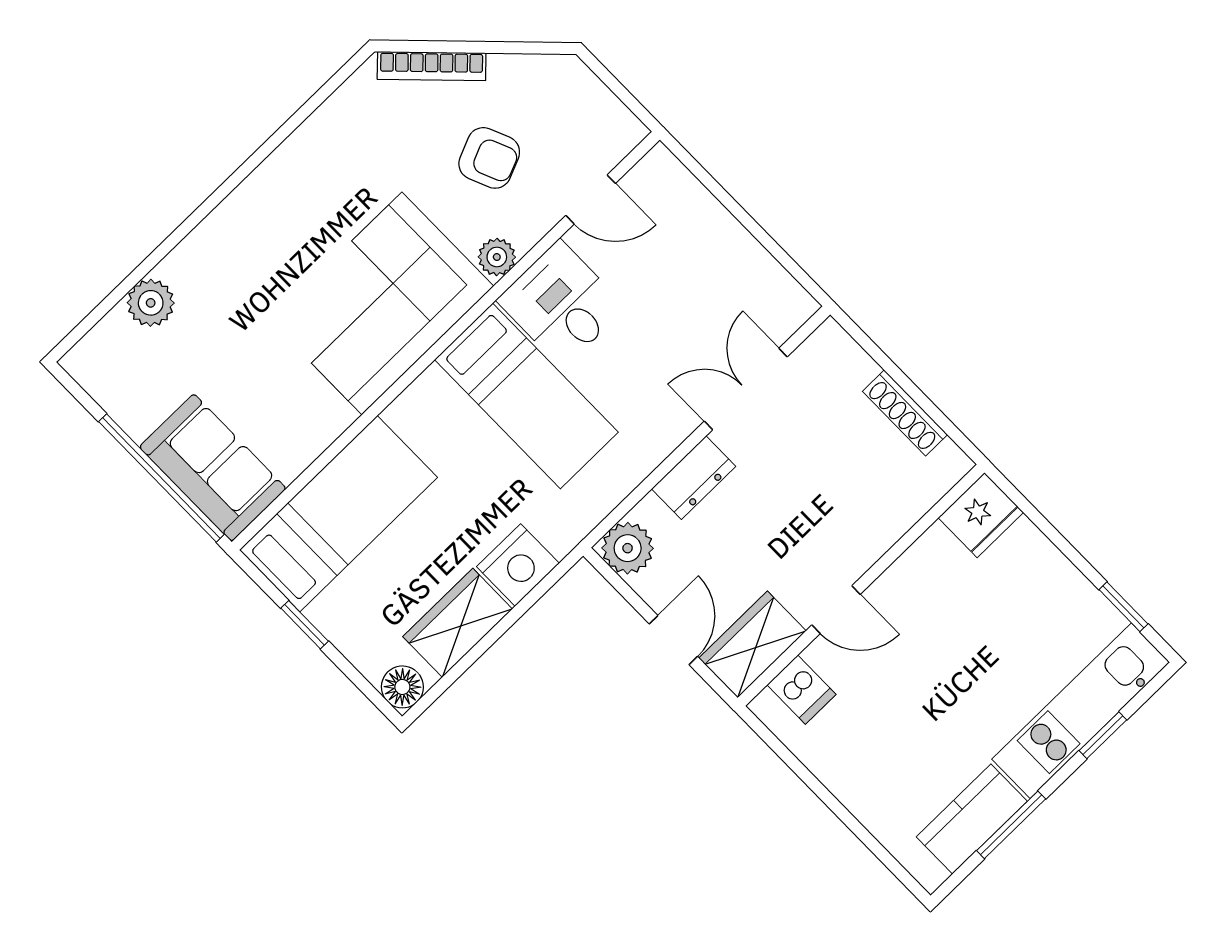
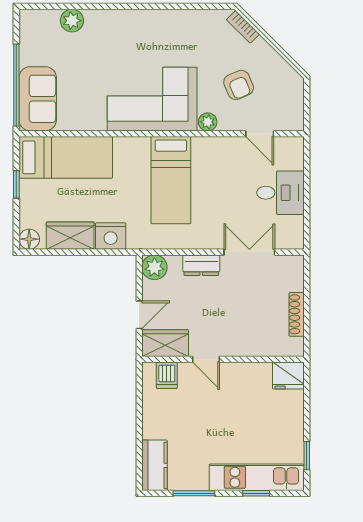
bookcase: (432, 66) -> (243, 27), width x0.64
desk: (561, 304) -> (280, 193), moved, turned 90
kitchen counter: (972, 819) -> (155, 465), moved, turned 90

